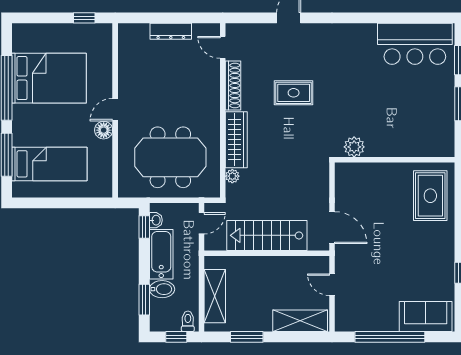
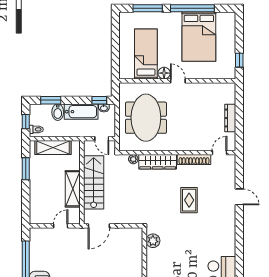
bed: (49, 164) -> (146, 54), moved, turned 180
shelving: (300, 321) -> (73, 189), moved

